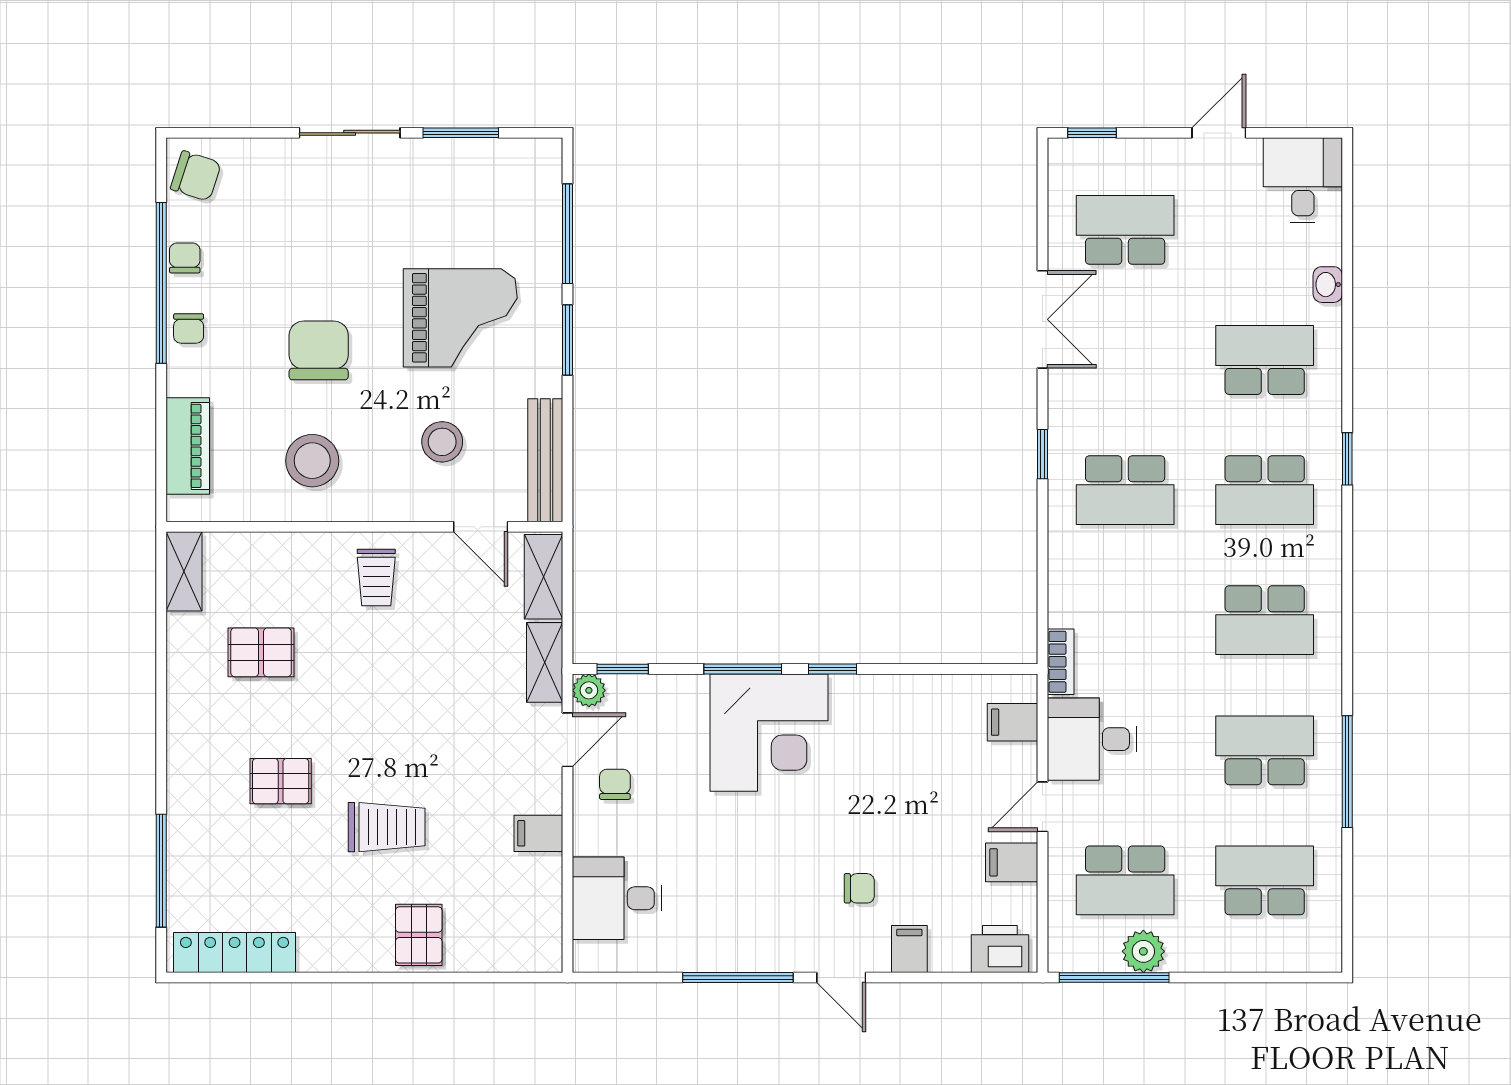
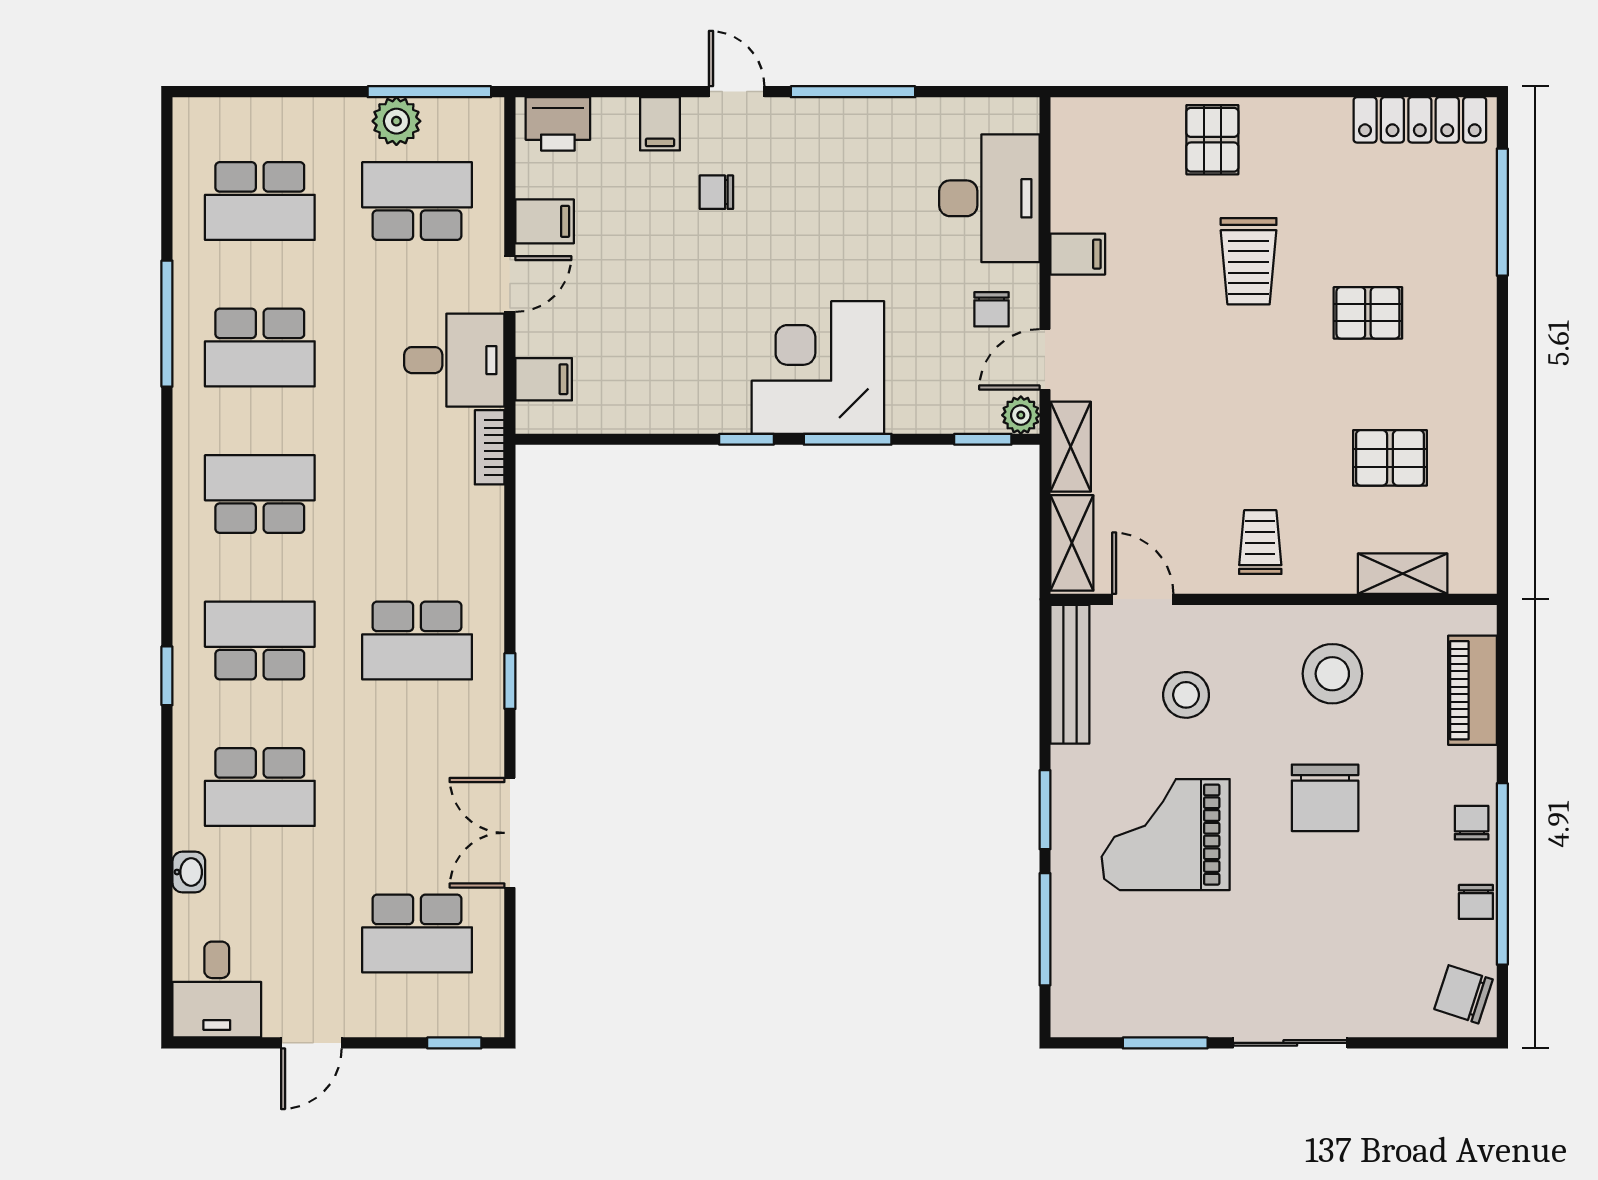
school desk: (1125, 490) -> (417, 641), turned 180
shelving: (184, 571) -> (1403, 574), moved, turned 90
trolley: (387, 827) -> (1249, 261), turned -90
desk: (617, 898) -> (989, 198), width x1.37

